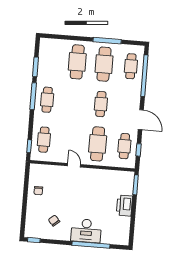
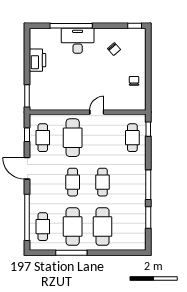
cafe table: (47, 100) -> (103, 182), moved
door: (74, 165) -> (97, 112), swing flipped
printer: (124, 206) -> (37, 60), moved

